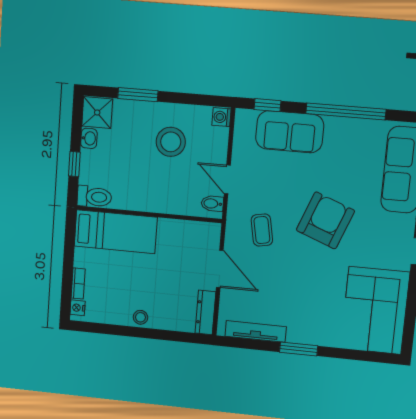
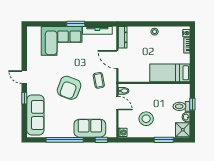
toilet: (94, 197) -> (182, 106), moved
corner sofa: (375, 310) -> (62, 41), moved, turned 90

